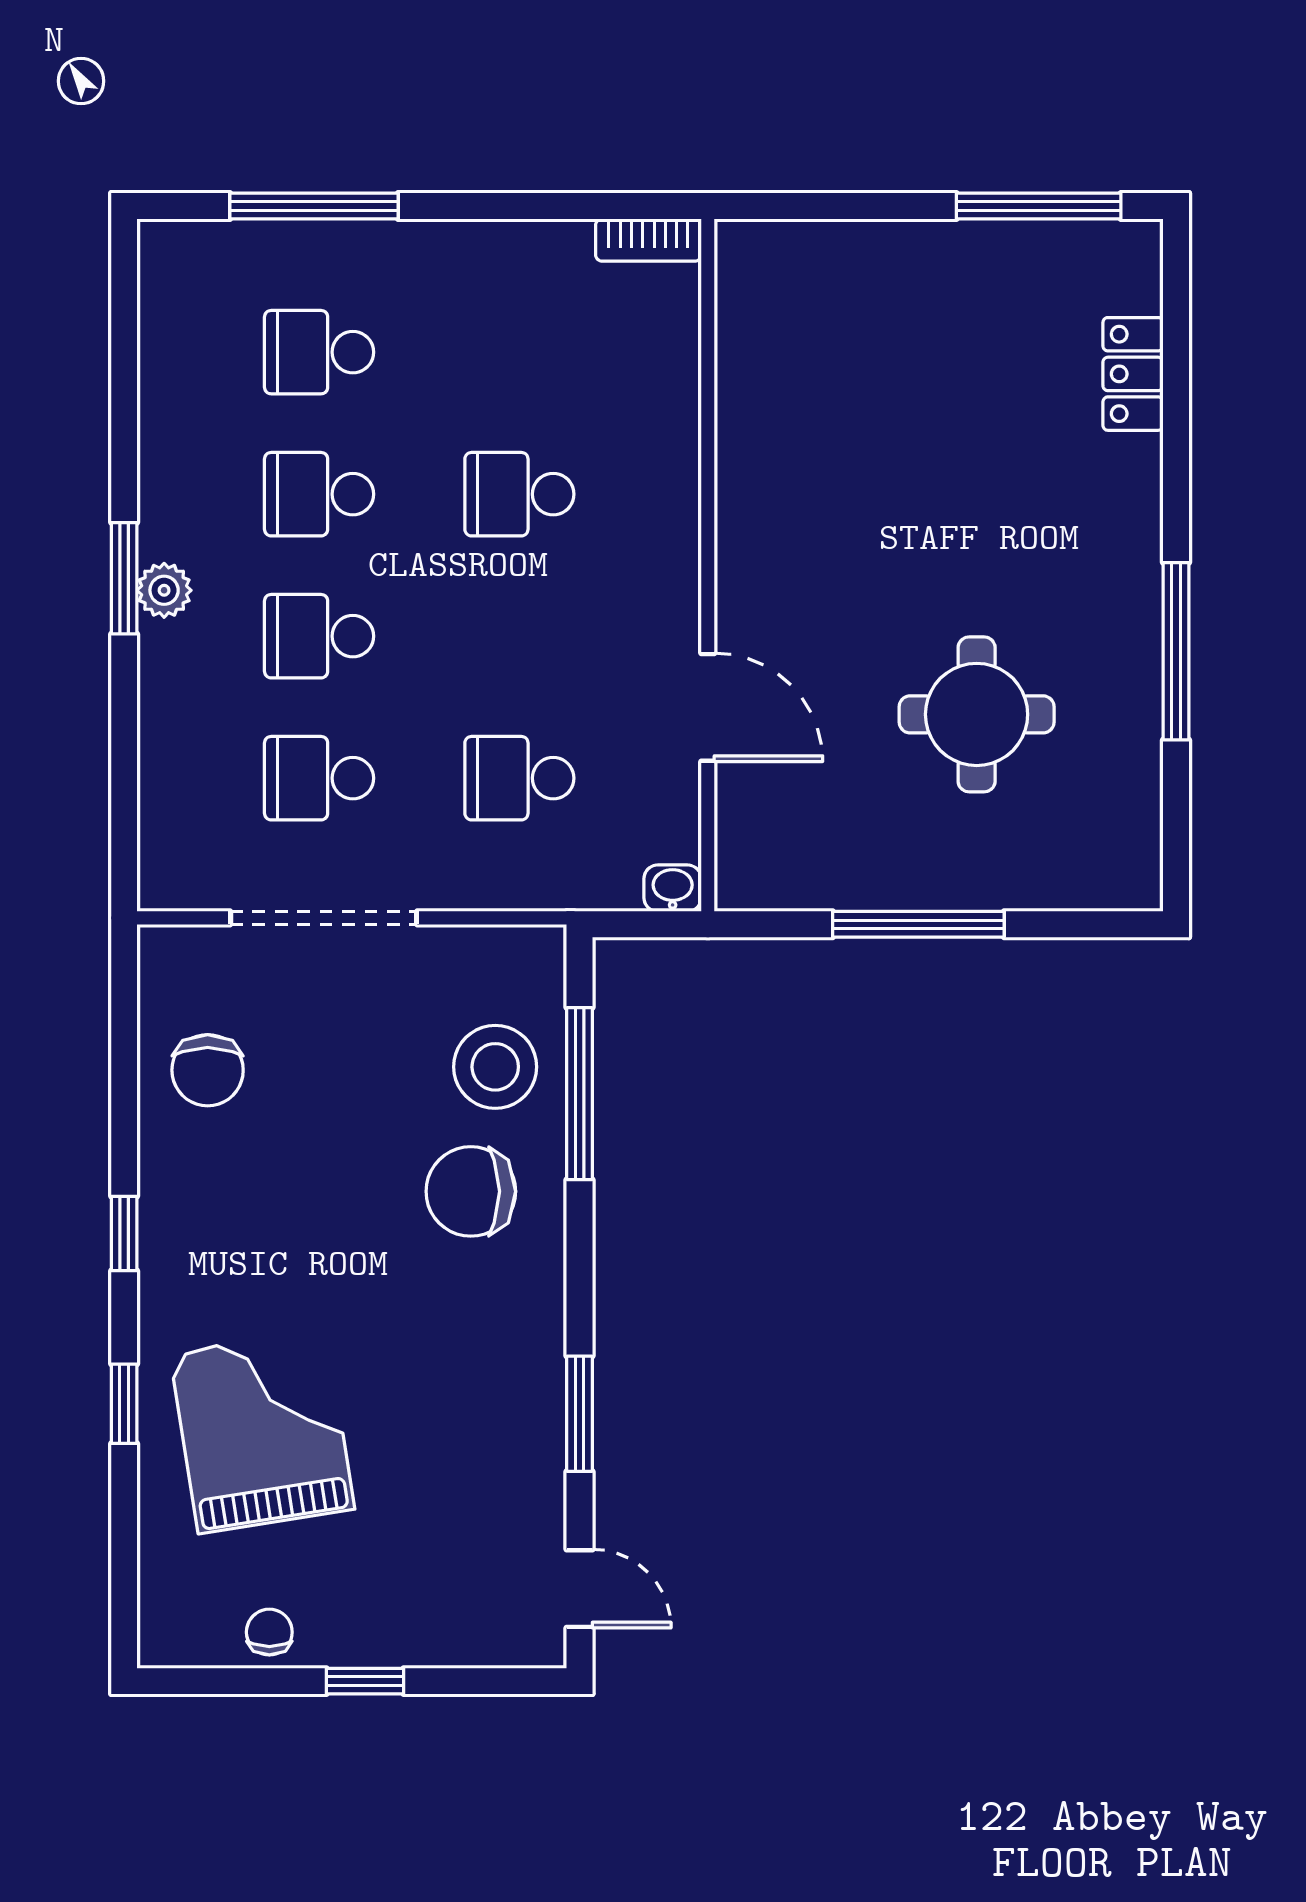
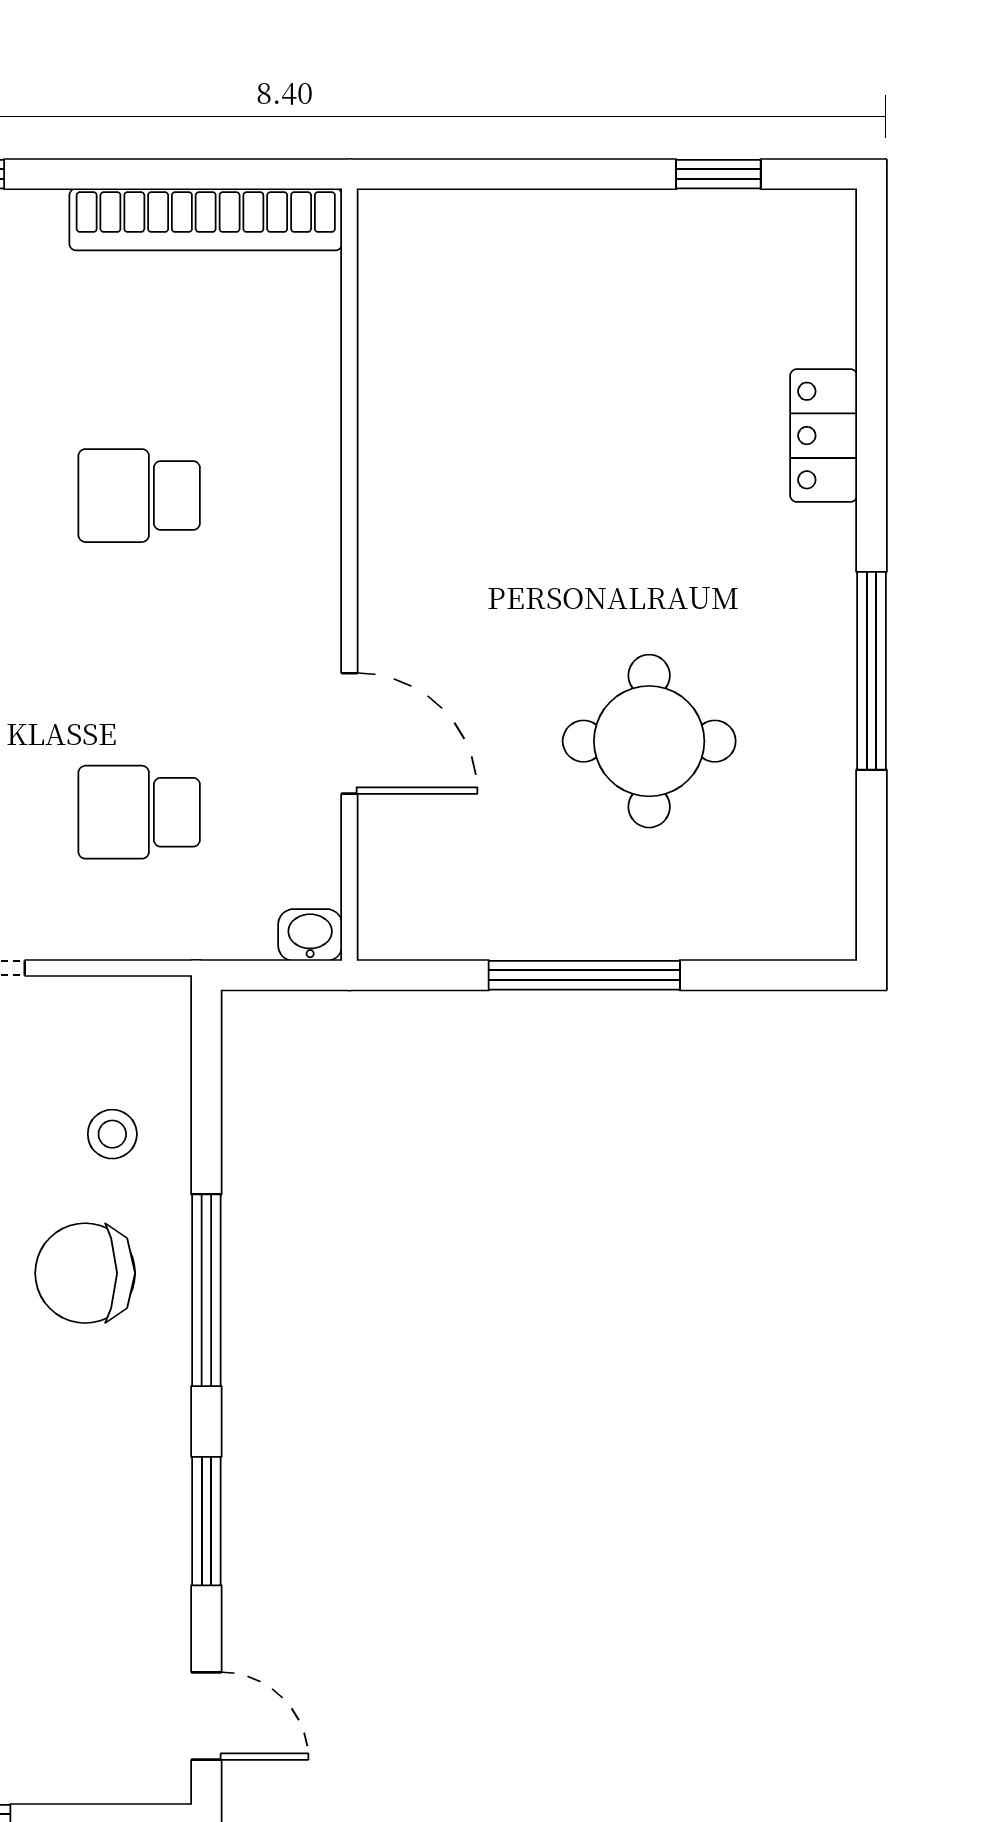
window: (1039, 206) -> (718, 174), width x0.46
bookcase: (648, 240) -> (206, 219), width x2.31, depth x1.31
locker: (1133, 374) -> (824, 436), moved
stool: (495, 1067) -> (112, 1134), width x0.53, depth x0.53
window: (580, 1094) -> (206, 1290), moved

